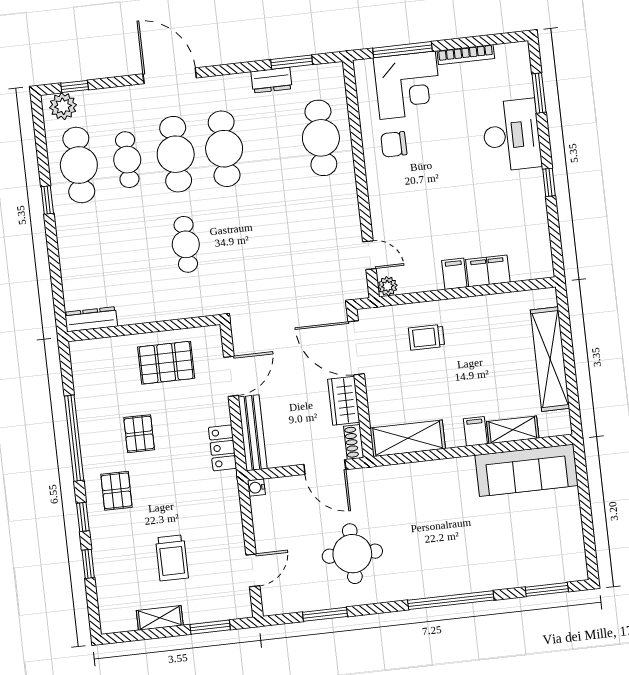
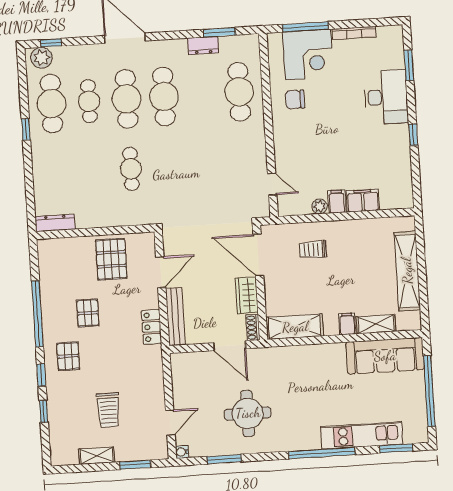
plant: (388, 286) -> (320, 206), moved
pallet: (166, 363) -> (111, 259), turned 90
water cooler: (256, 488) -> (182, 452), moved
window: (586, 513) -> (429, 391), added
kitchen unit: (501, 575) -> (362, 435), added

